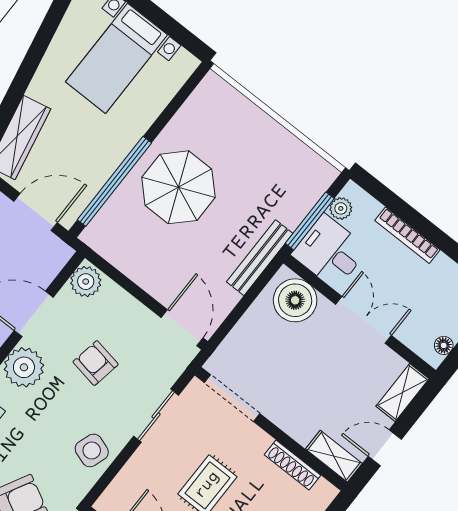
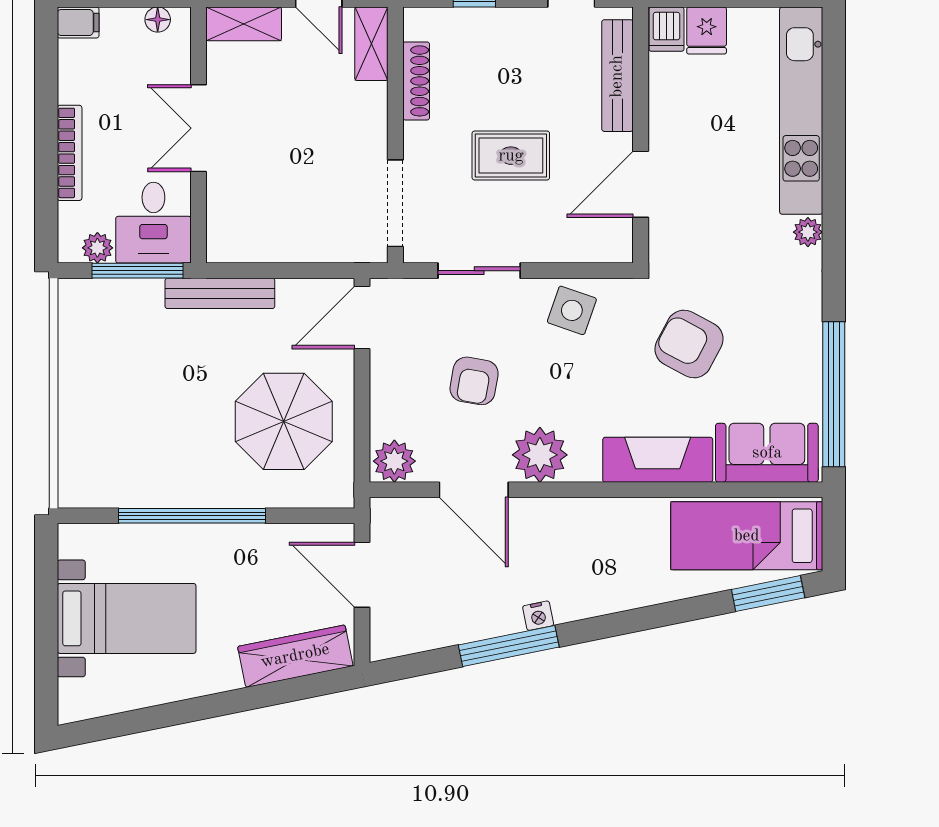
window: (114, 181) -> (192, 516), moved
parasol: (178, 187) -> (284, 421), moved
boiler: (295, 300) -> (236, 219), removed

